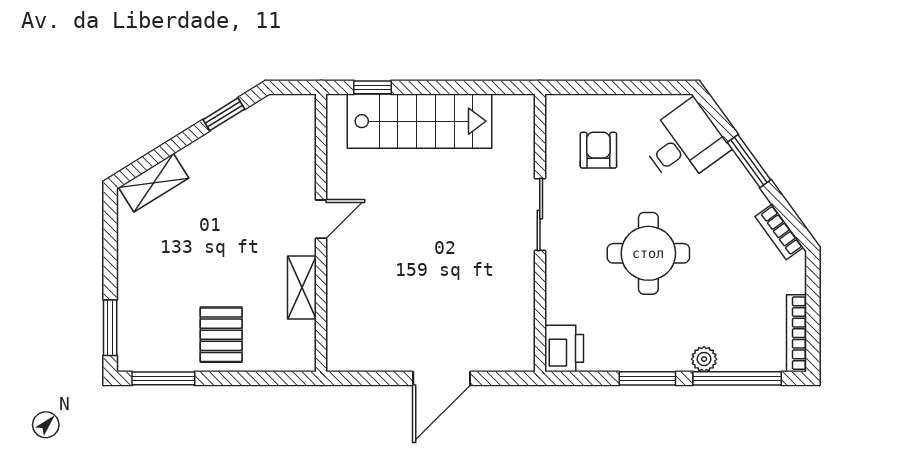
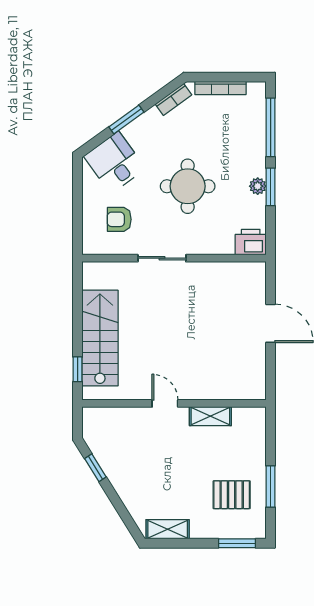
shelving: (154, 183) -> (168, 529), moved, turned -58
bookcase: (796, 333) -> (220, 88), moved
pallet: (221, 335) -> (232, 495), moved
plant: (704, 359) -> (258, 186), moved
window: (163, 378) -> (271, 486), moved

